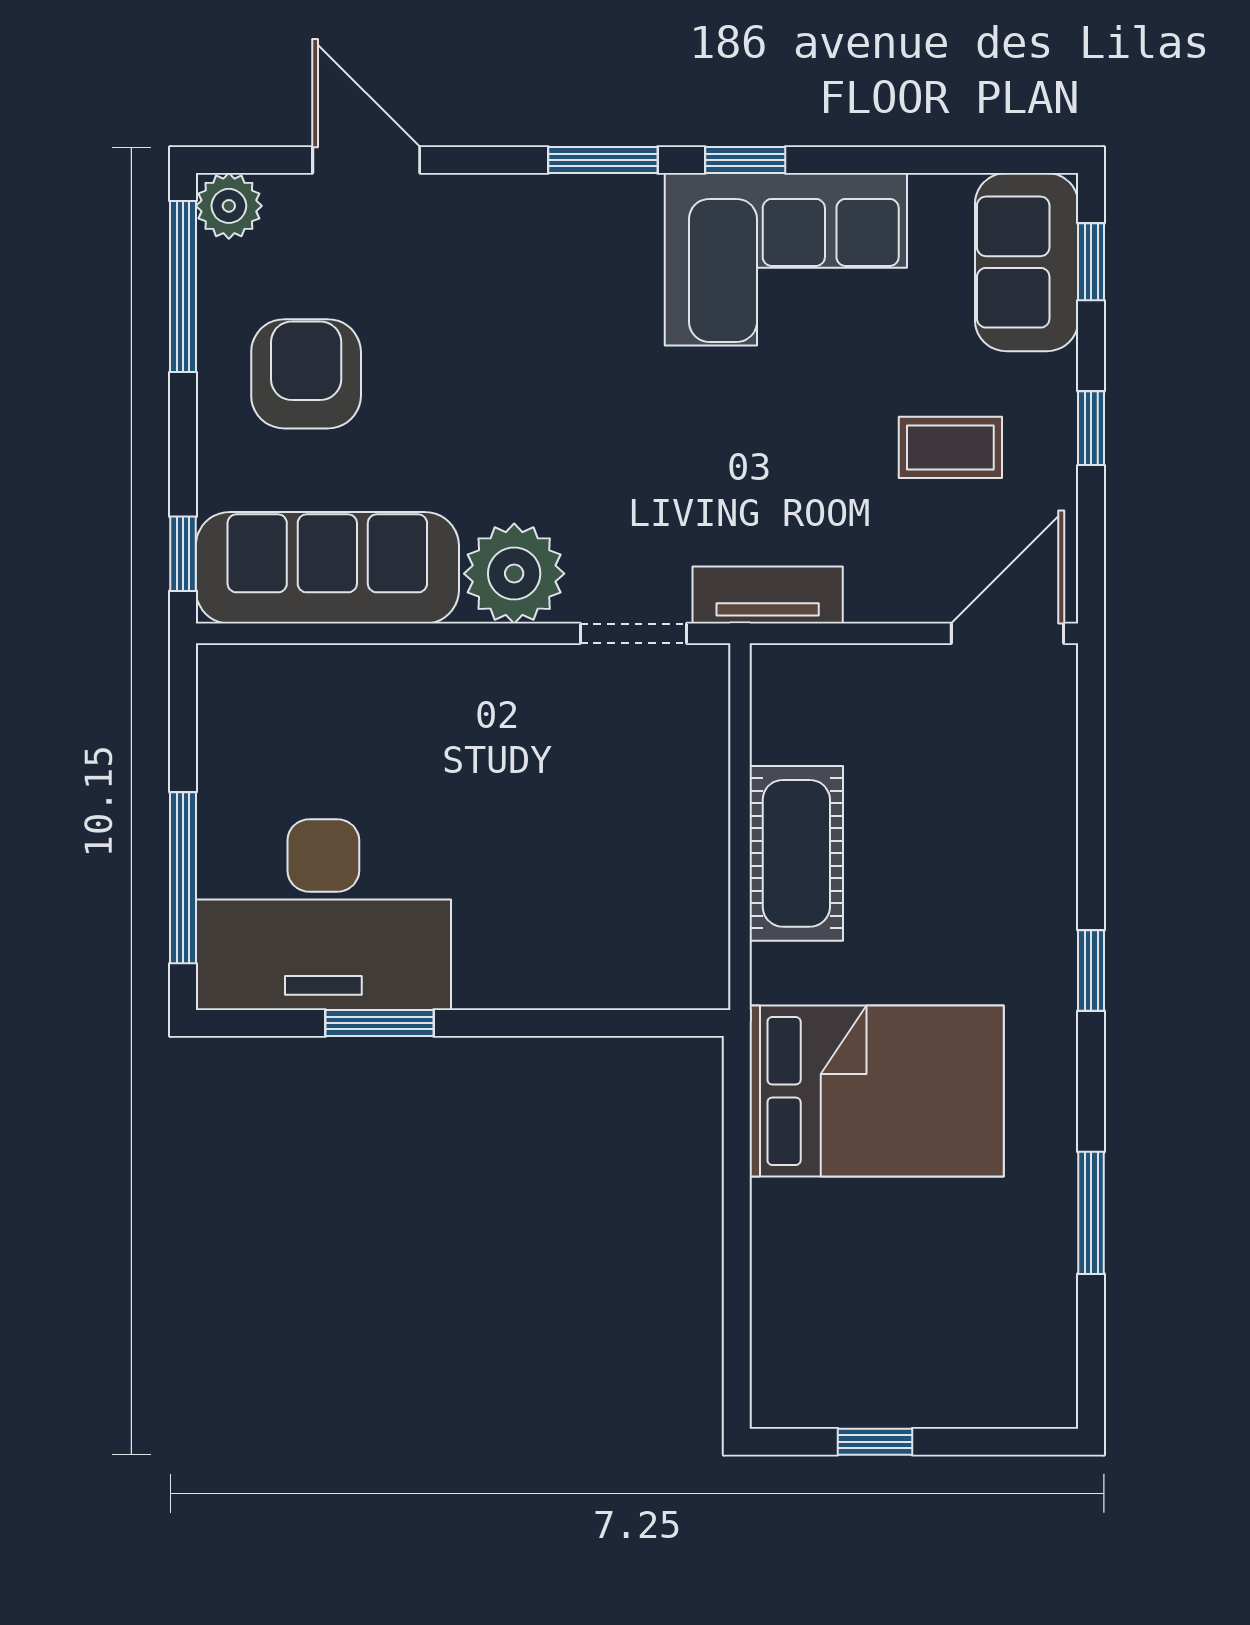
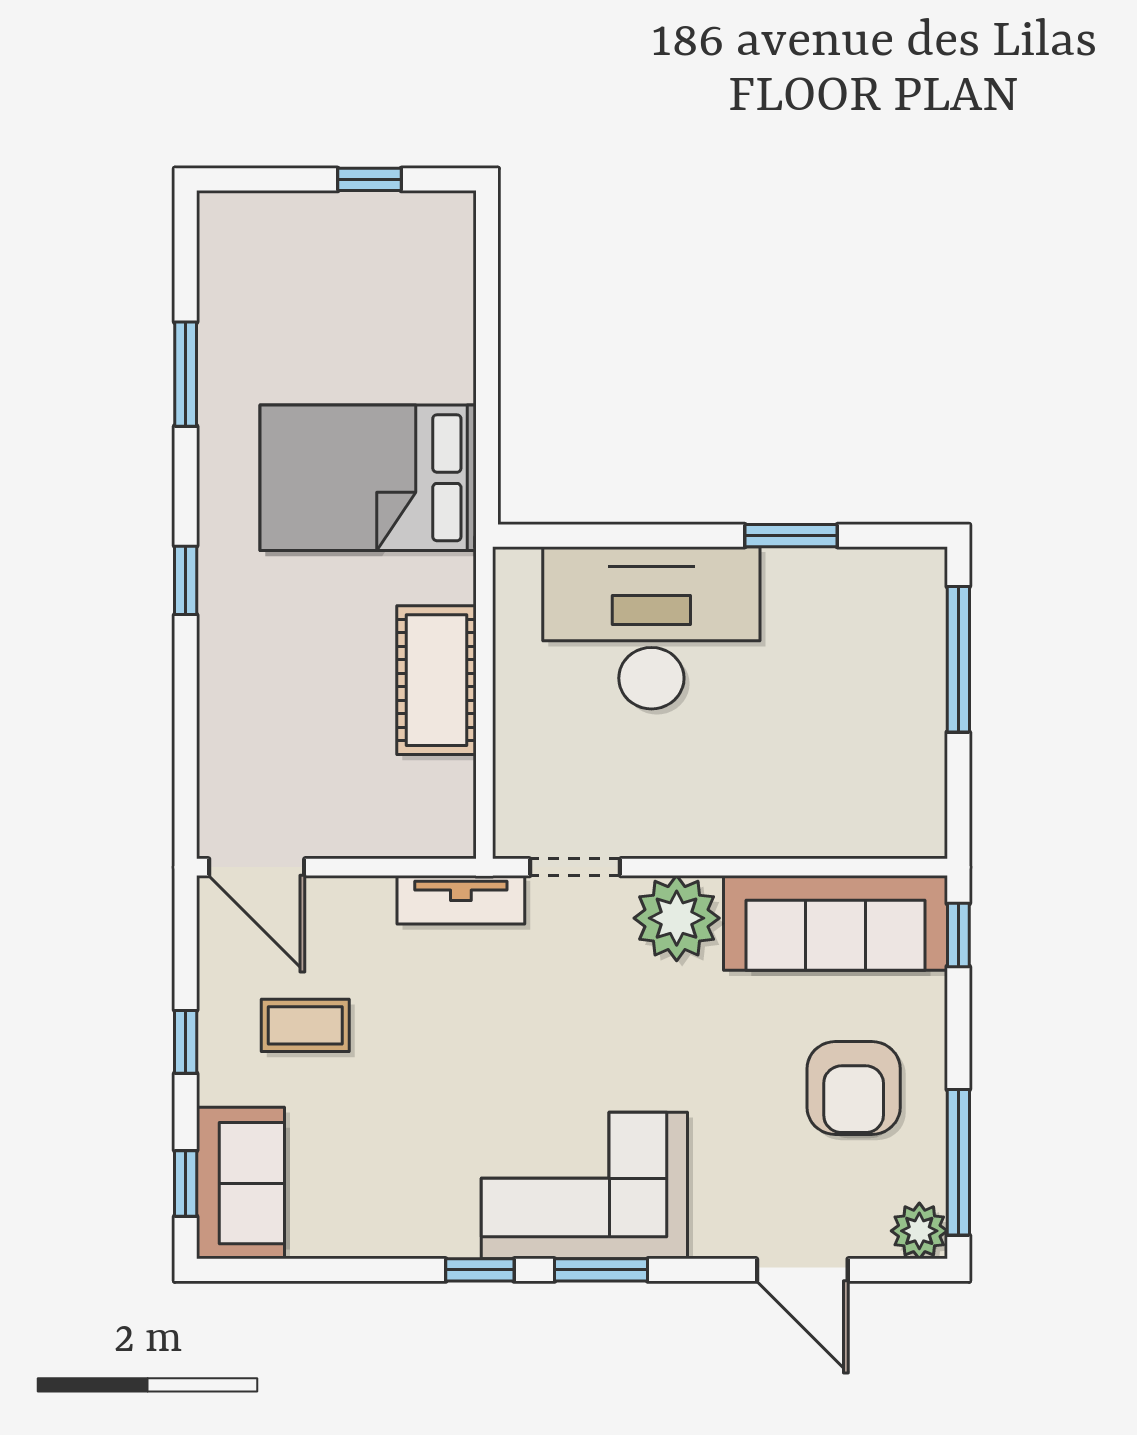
corner sofa: (786, 259) -> (584, 1186), moved
door: (1008, 633) -> (257, 867), hinge flipped
desk: (323, 915) -> (651, 628), moved

